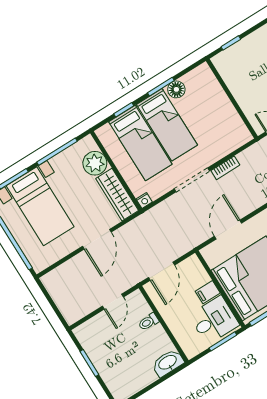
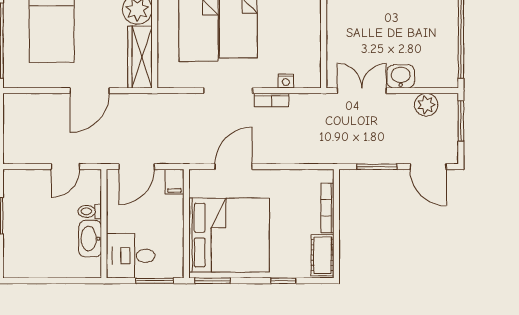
nightstand: (144, 200) -> (286, 81), moved
filing cabinet: (208, 292) -> (174, 182), moved, turned -90
desk: (214, 320) -> (131, 256), moved, turned 180
washbasin: (168, 363) -> (90, 239), moved, turned -90

